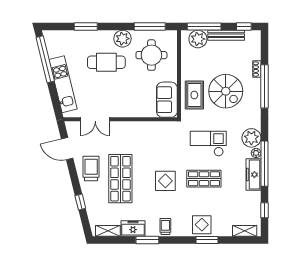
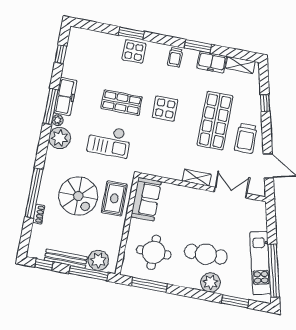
window: (86, 26) -> (235, 301), moved
plant: (123, 39) -> (211, 282), moved
kitchen unit: (63, 84) -> (260, 263), moved
spiral stairs: (226, 91) -> (78, 196), turned 180
window: (264, 164) -> (51, 106), width x0.68
shelving: (245, 231) -> (197, 178), moved

